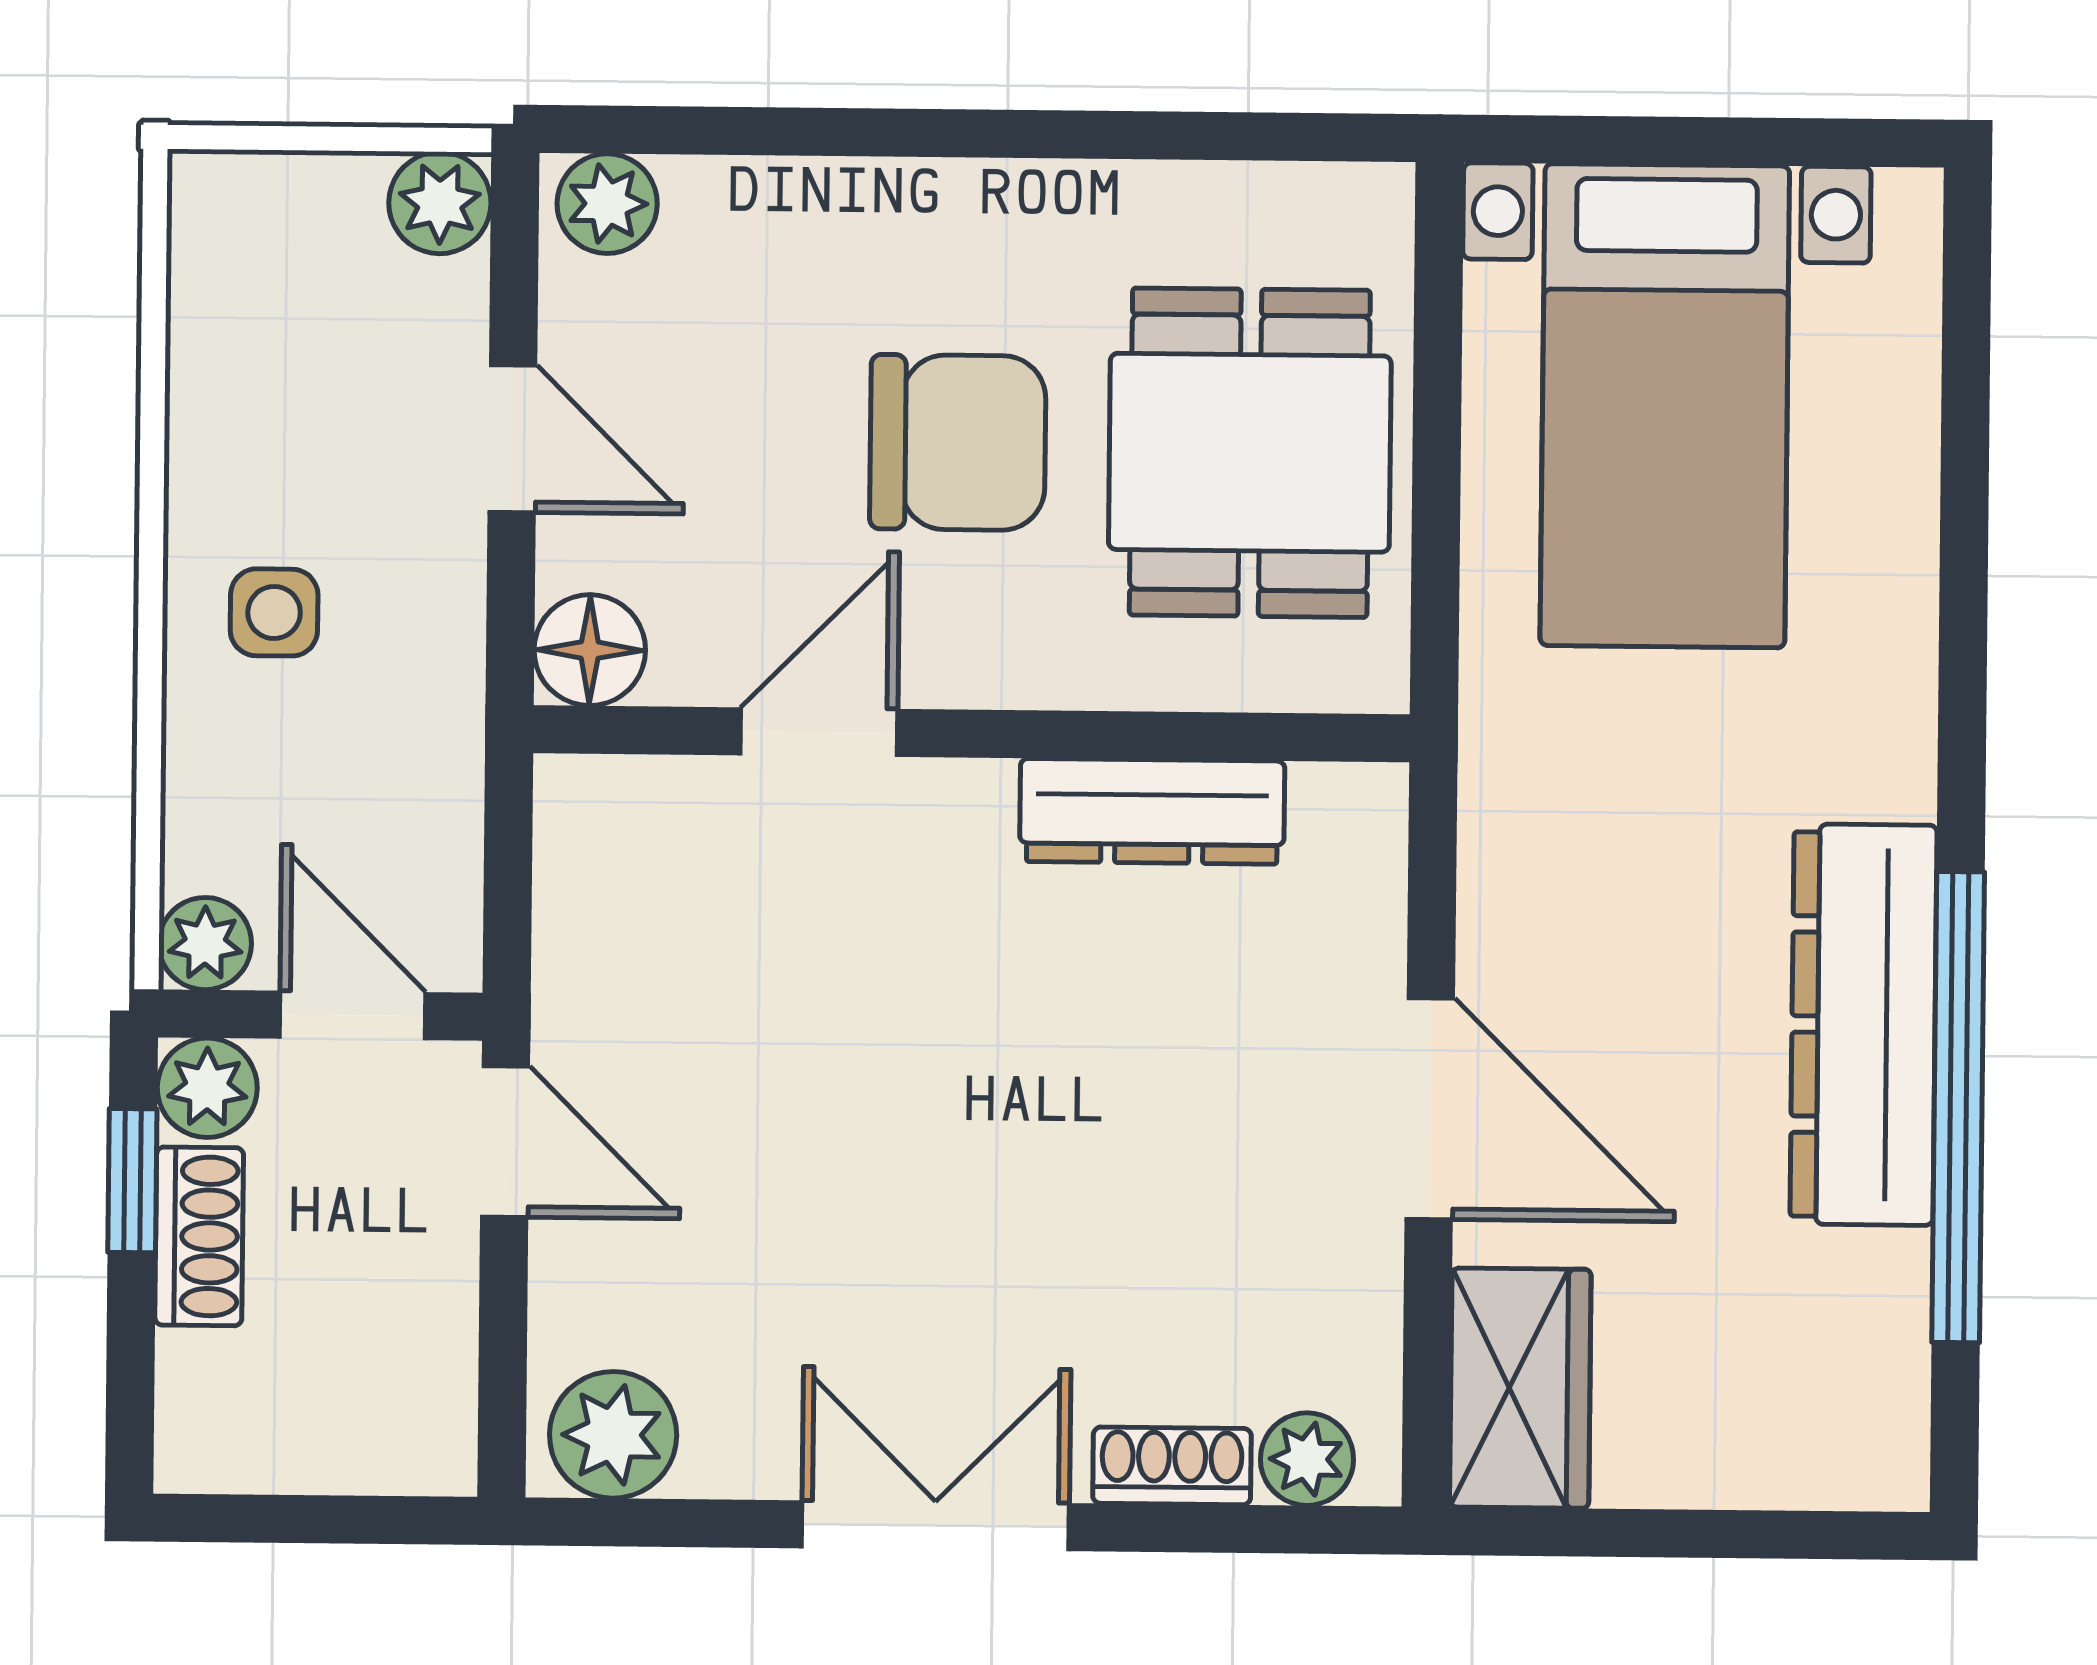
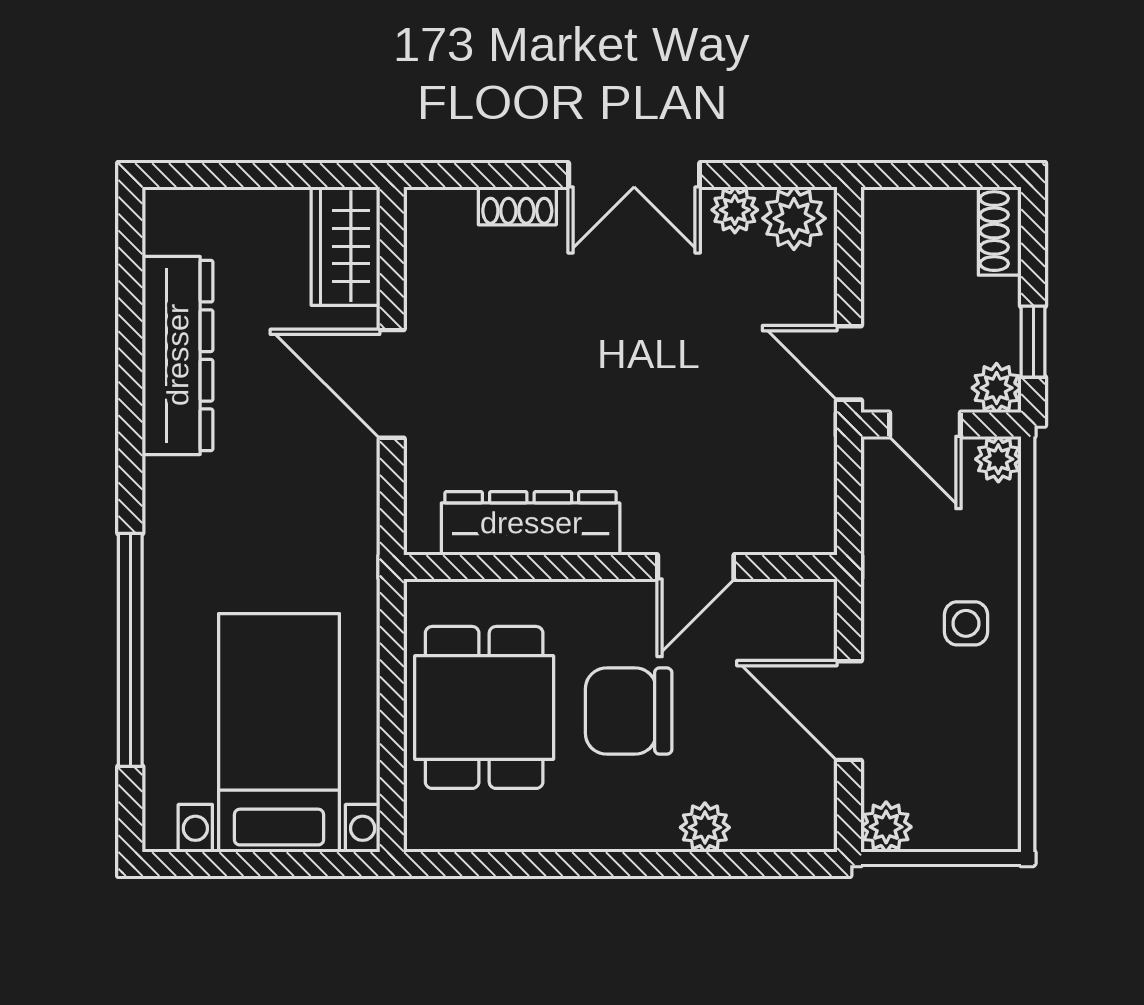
plant: (607, 204) -> (705, 827), moved
door: (512, 439) -> (849, 711), width x1.38
floor lamp: (590, 650) -> (810, 606), removed
dresser: (1152, 811) -> (531, 523), width x1.37, depth x1.24
dresser: (1864, 1025) -> (178, 355), moved
window: (1958, 1107) -> (130, 650), moved
shoe rack: (199, 1236) -> (1000, 231), moved
plant: (1307, 1459) -> (735, 210), moved

